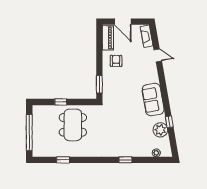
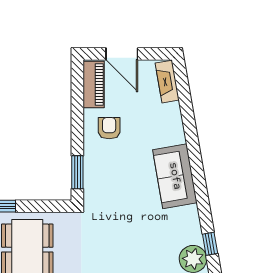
door: (158, 55) -> (188, 118), removed
sofa: (153, 100) -> (175, 176), moved

